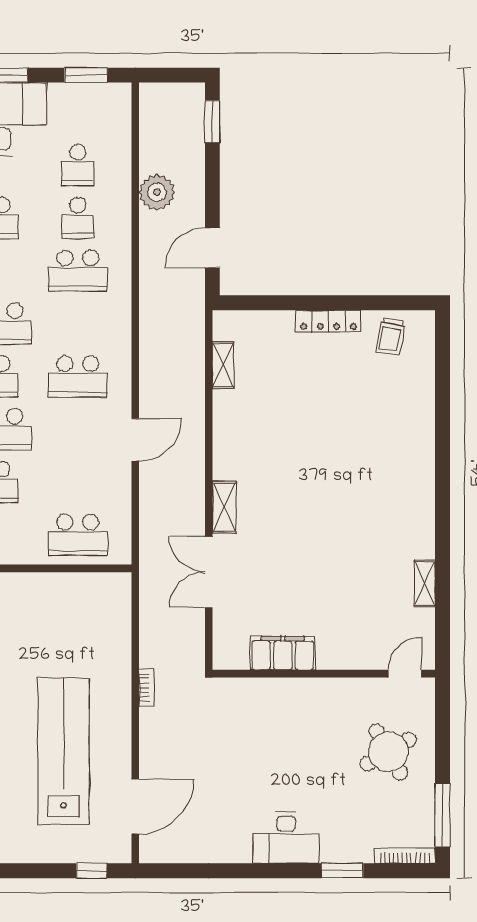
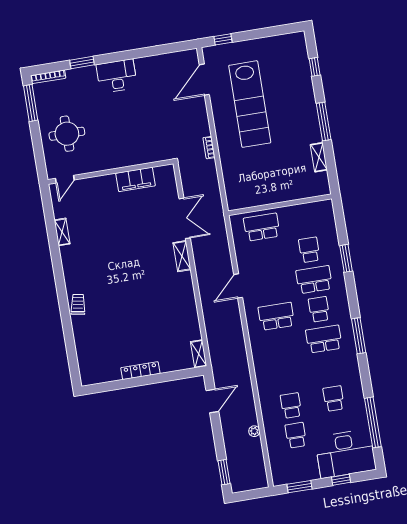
plant: (157, 192) -> (254, 431), width x0.53, depth x0.53
school desk: (78, 271) -> (286, 376), removed
trolley: (391, 336) -> (78, 304), moved
shelving: (223, 365) -> (199, 354), moved
round table: (388, 752) -> (67, 134), turned 30

